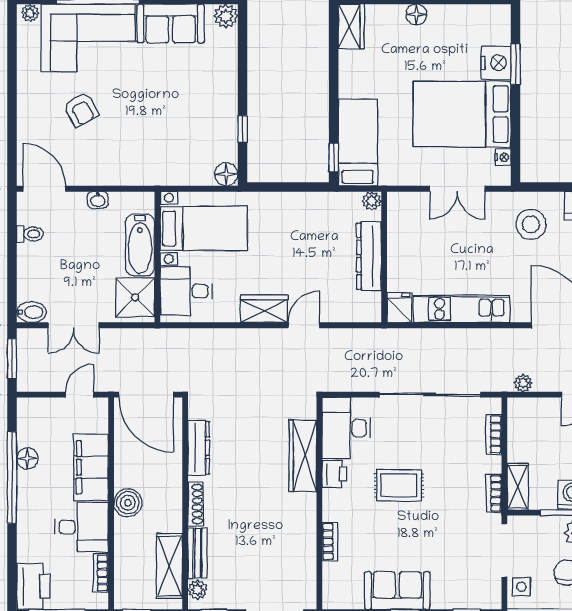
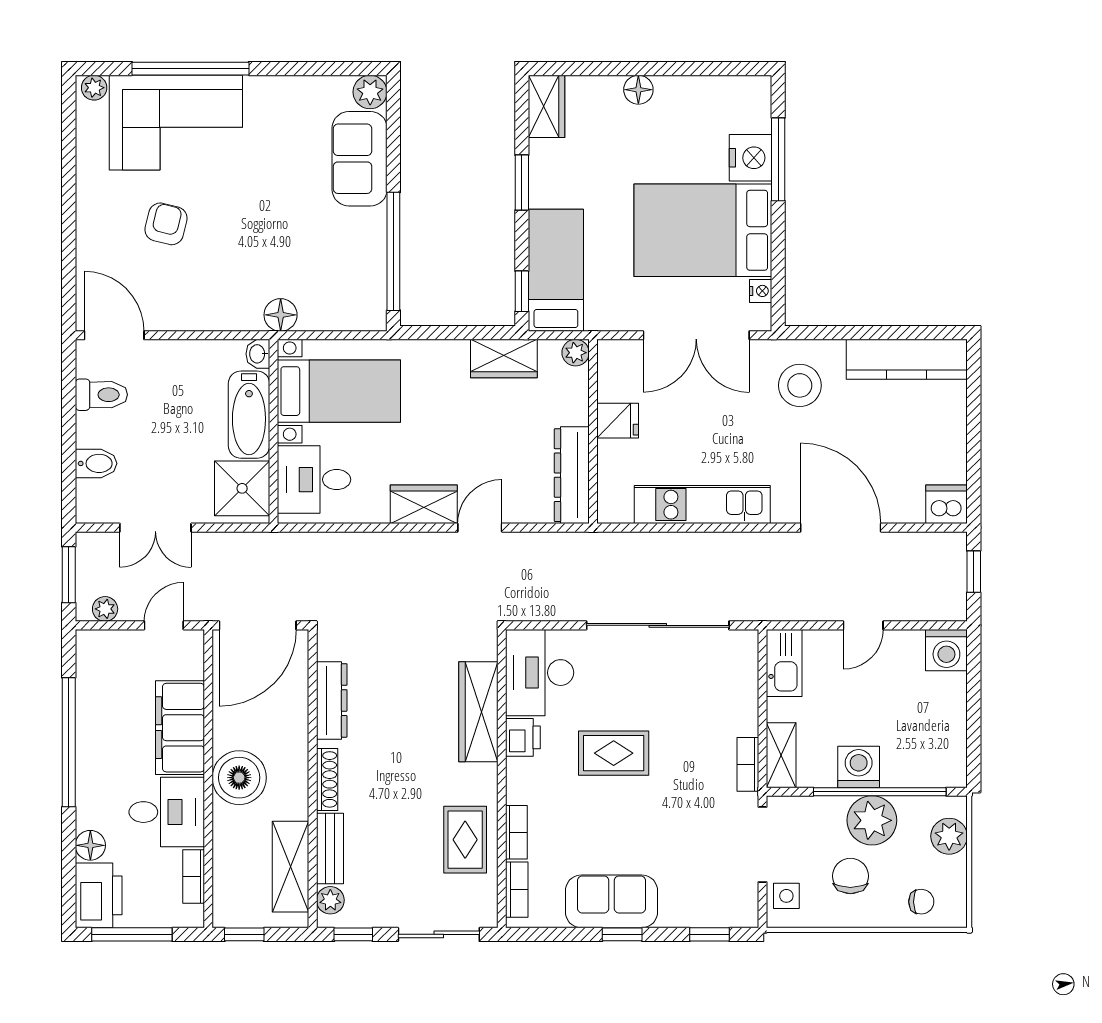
sofa: (171, 24) -> (360, 159), moved, turned 90
window: (516, 64) -> (778, 159), width x1.44
window: (334, 80) -> (522, 183), added
armchair: (81, 110) -> (166, 224), turned -137
window: (242, 129) -> (393, 251), width x3.17
floor lamp: (226, 174) -> (281, 315), moved
double door: (457, 189) -> (696, 335), width x1.37
washbasin: (98, 200) -> (258, 354), moved, turned 90
wardrobe: (321, 205) -> (504, 358), added
toilet: (30, 234) -> (101, 395), width x1.37, depth x1.39
dresser: (369, 256) -> (572, 475), moved
fridge: (399, 308) -> (618, 421), moved, turned 90
bidet: (31, 312) -> (96, 463), moved
plant: (523, 383) -> (105, 609), moved
door: (146, 395) -> (258, 625), hinge flipped
kitchen sink: (520, 421) -> (784, 663), added
bookcase: (494, 434) -> (517, 890), moved, turned 180
floor lamp: (27, 458) -> (90, 845), moved
boiler: (128, 503) -> (239, 778), width x1.37, depth x1.37
rug: (293, 547) -> (465, 840), added

